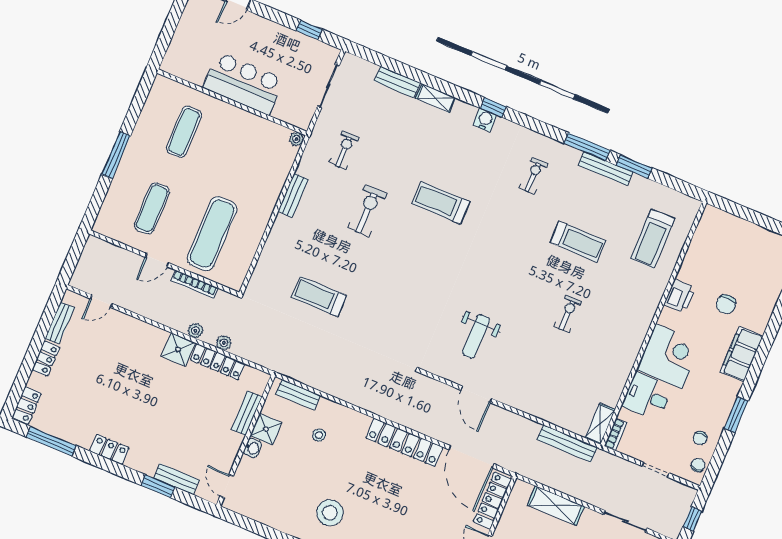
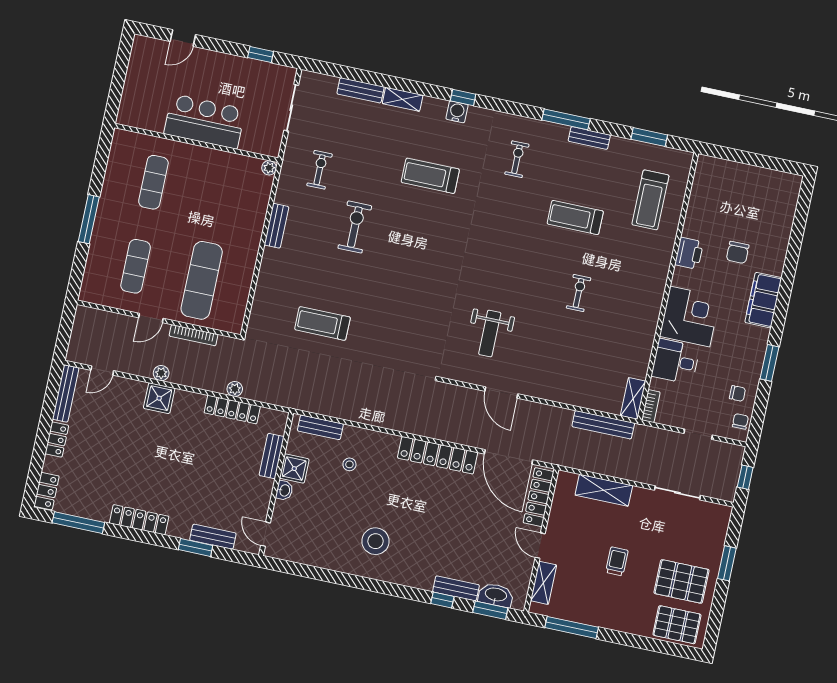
window: (634, 166) -> (649, 137), moved
bench: (606, 169) -> (589, 138), width x0.73
treadmill: (441, 203) -> (430, 176), moved
treadmill: (578, 242) -> (575, 217), turned 180
bench: (60, 323) -> (66, 394), width x1.36
plant: (195, 331) -> (161, 373), moved
shower: (178, 349) -> (159, 398), moved
chair: (700, 438) -> (737, 393), turned -90
locker: (109, 450) -> (139, 520), width x1.53

